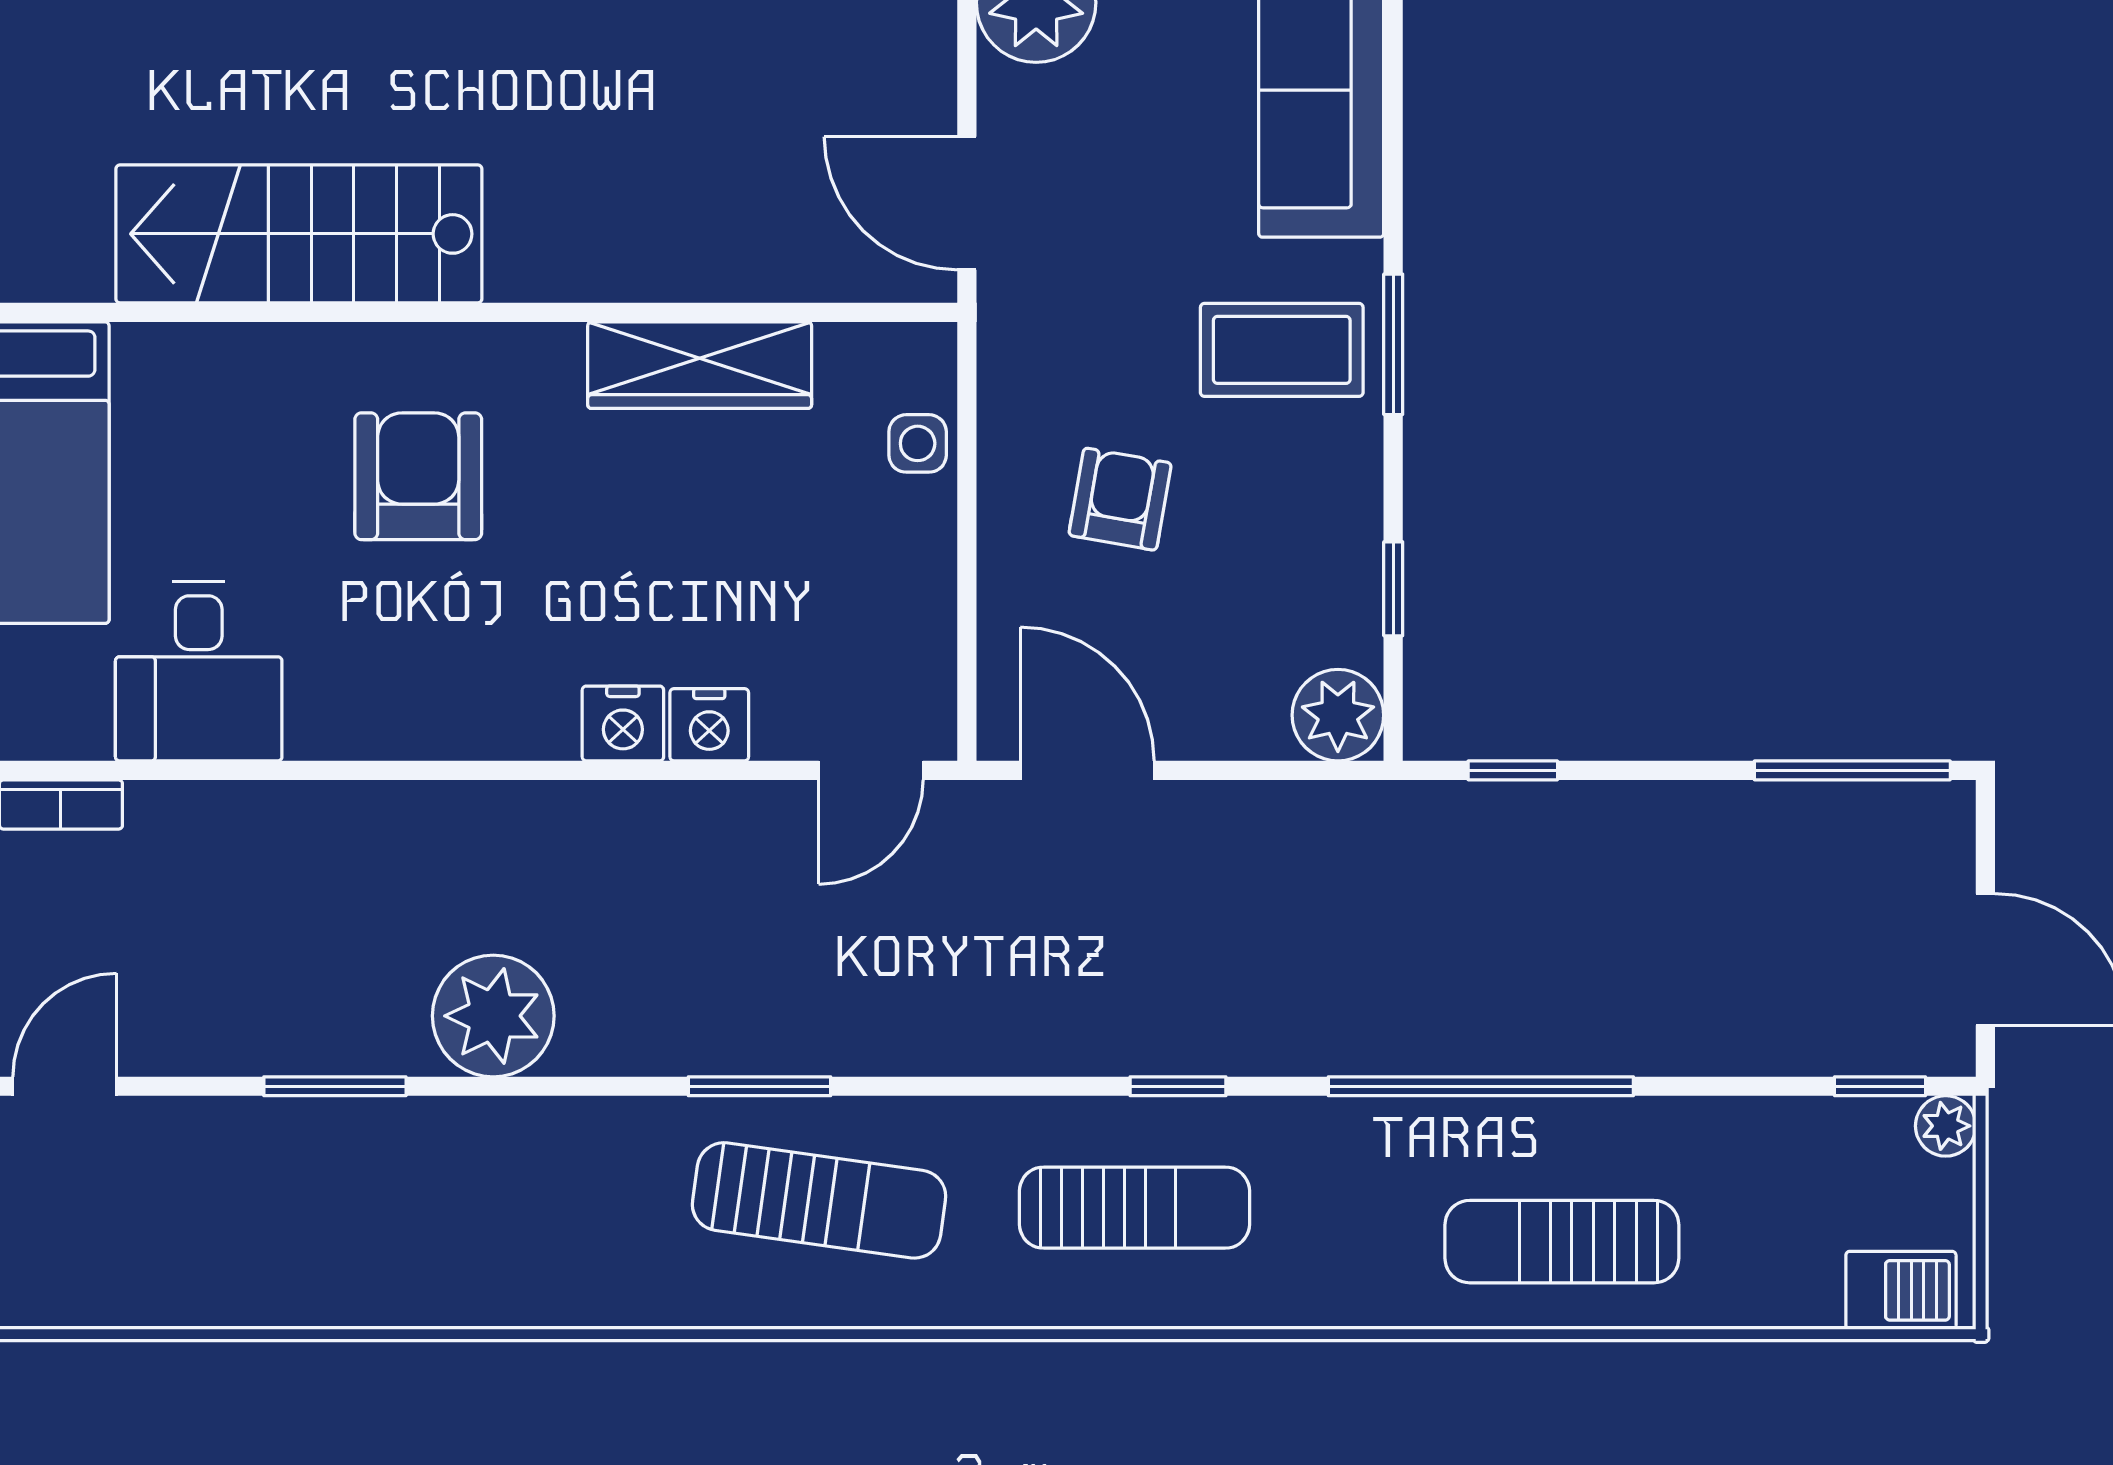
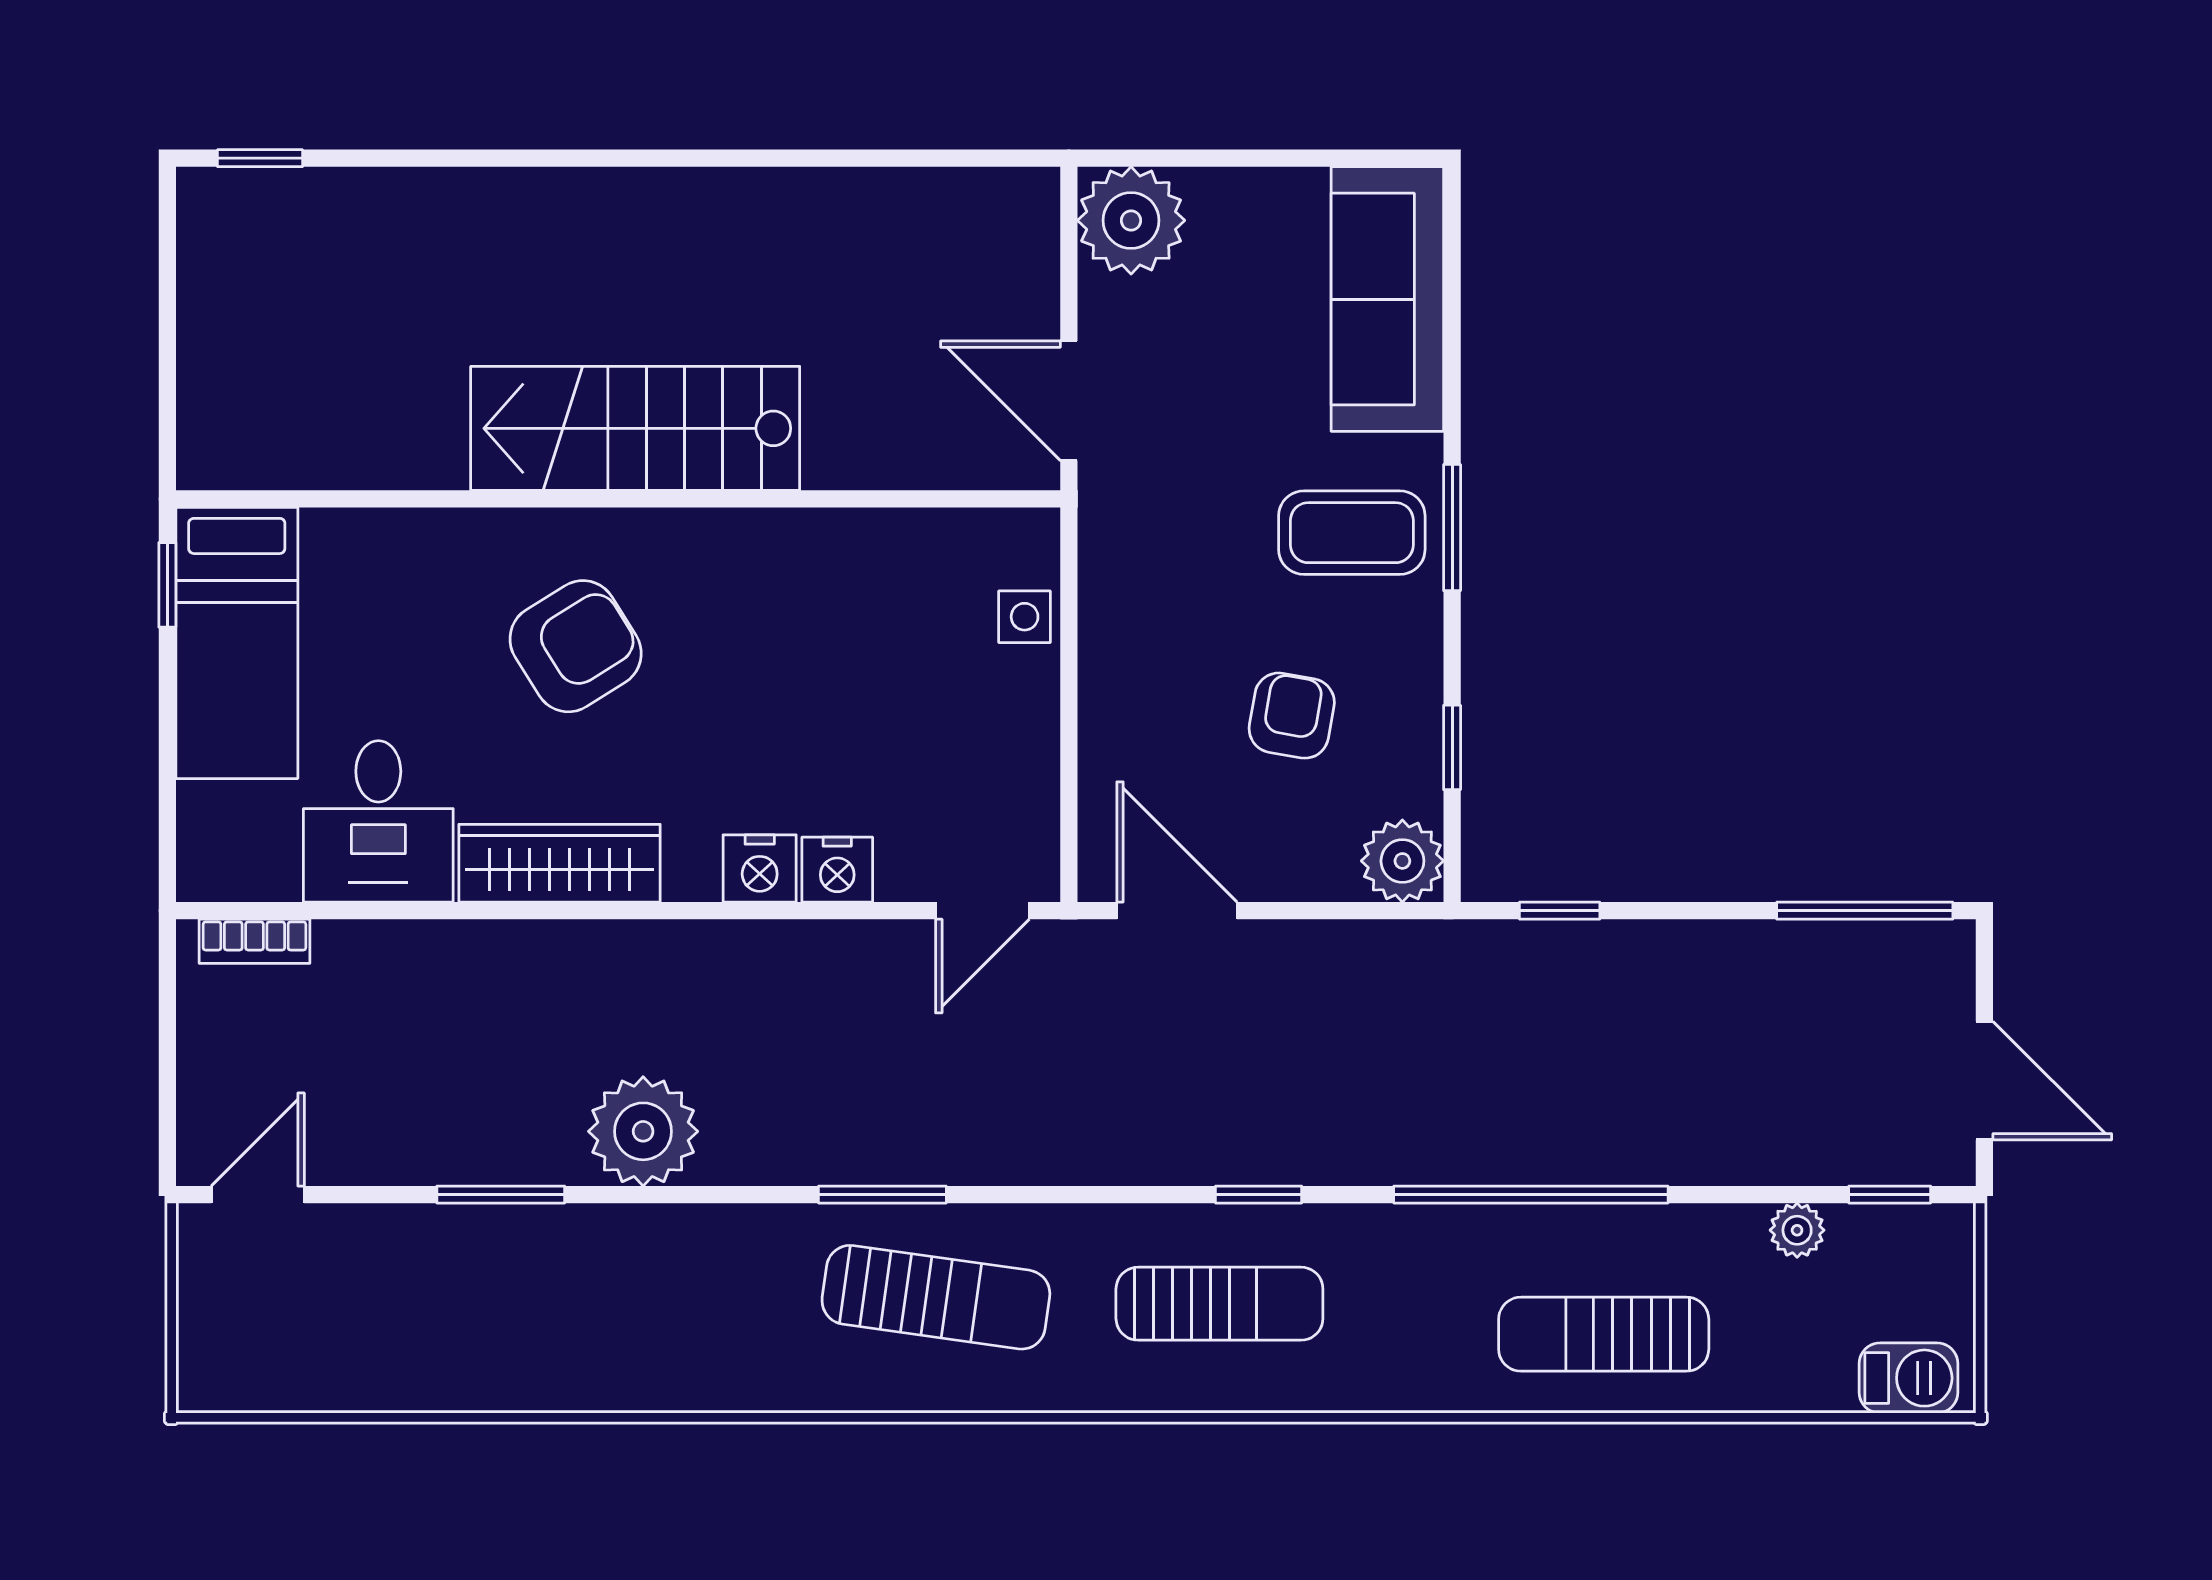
stairs: (299, 234) -> (635, 428), moved
wardrobe: (700, 365) -> (559, 863), moved, turned 180
armchair: (418, 476) -> (576, 646), turned 58
armchair: (1120, 499) -> (1292, 716), moved
plant: (1946, 1126) -> (1797, 1230), moved

